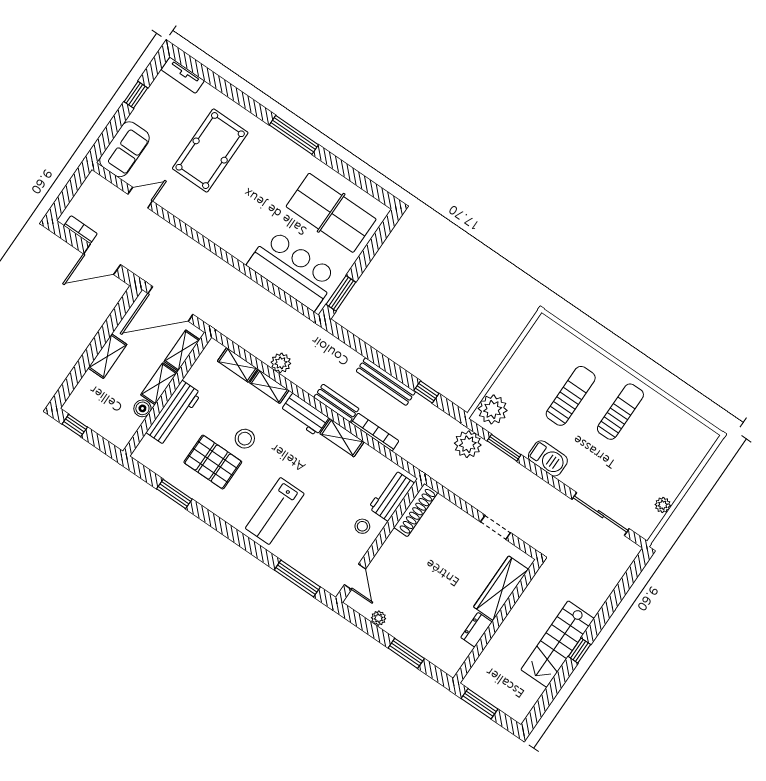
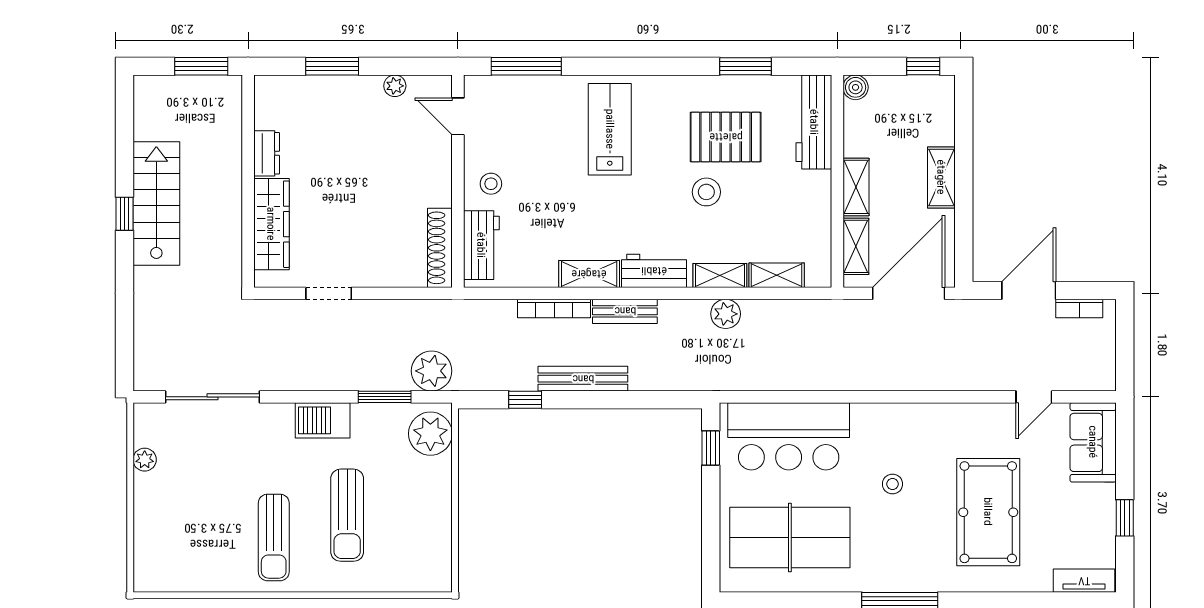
stool: (253, 203) -> (892, 484), added
window: (341, 293) -> (711, 448), width x0.67
boiler: (142, 408) -> (856, 87), moved
workbench: (174, 413) -> (814, 122), moved

